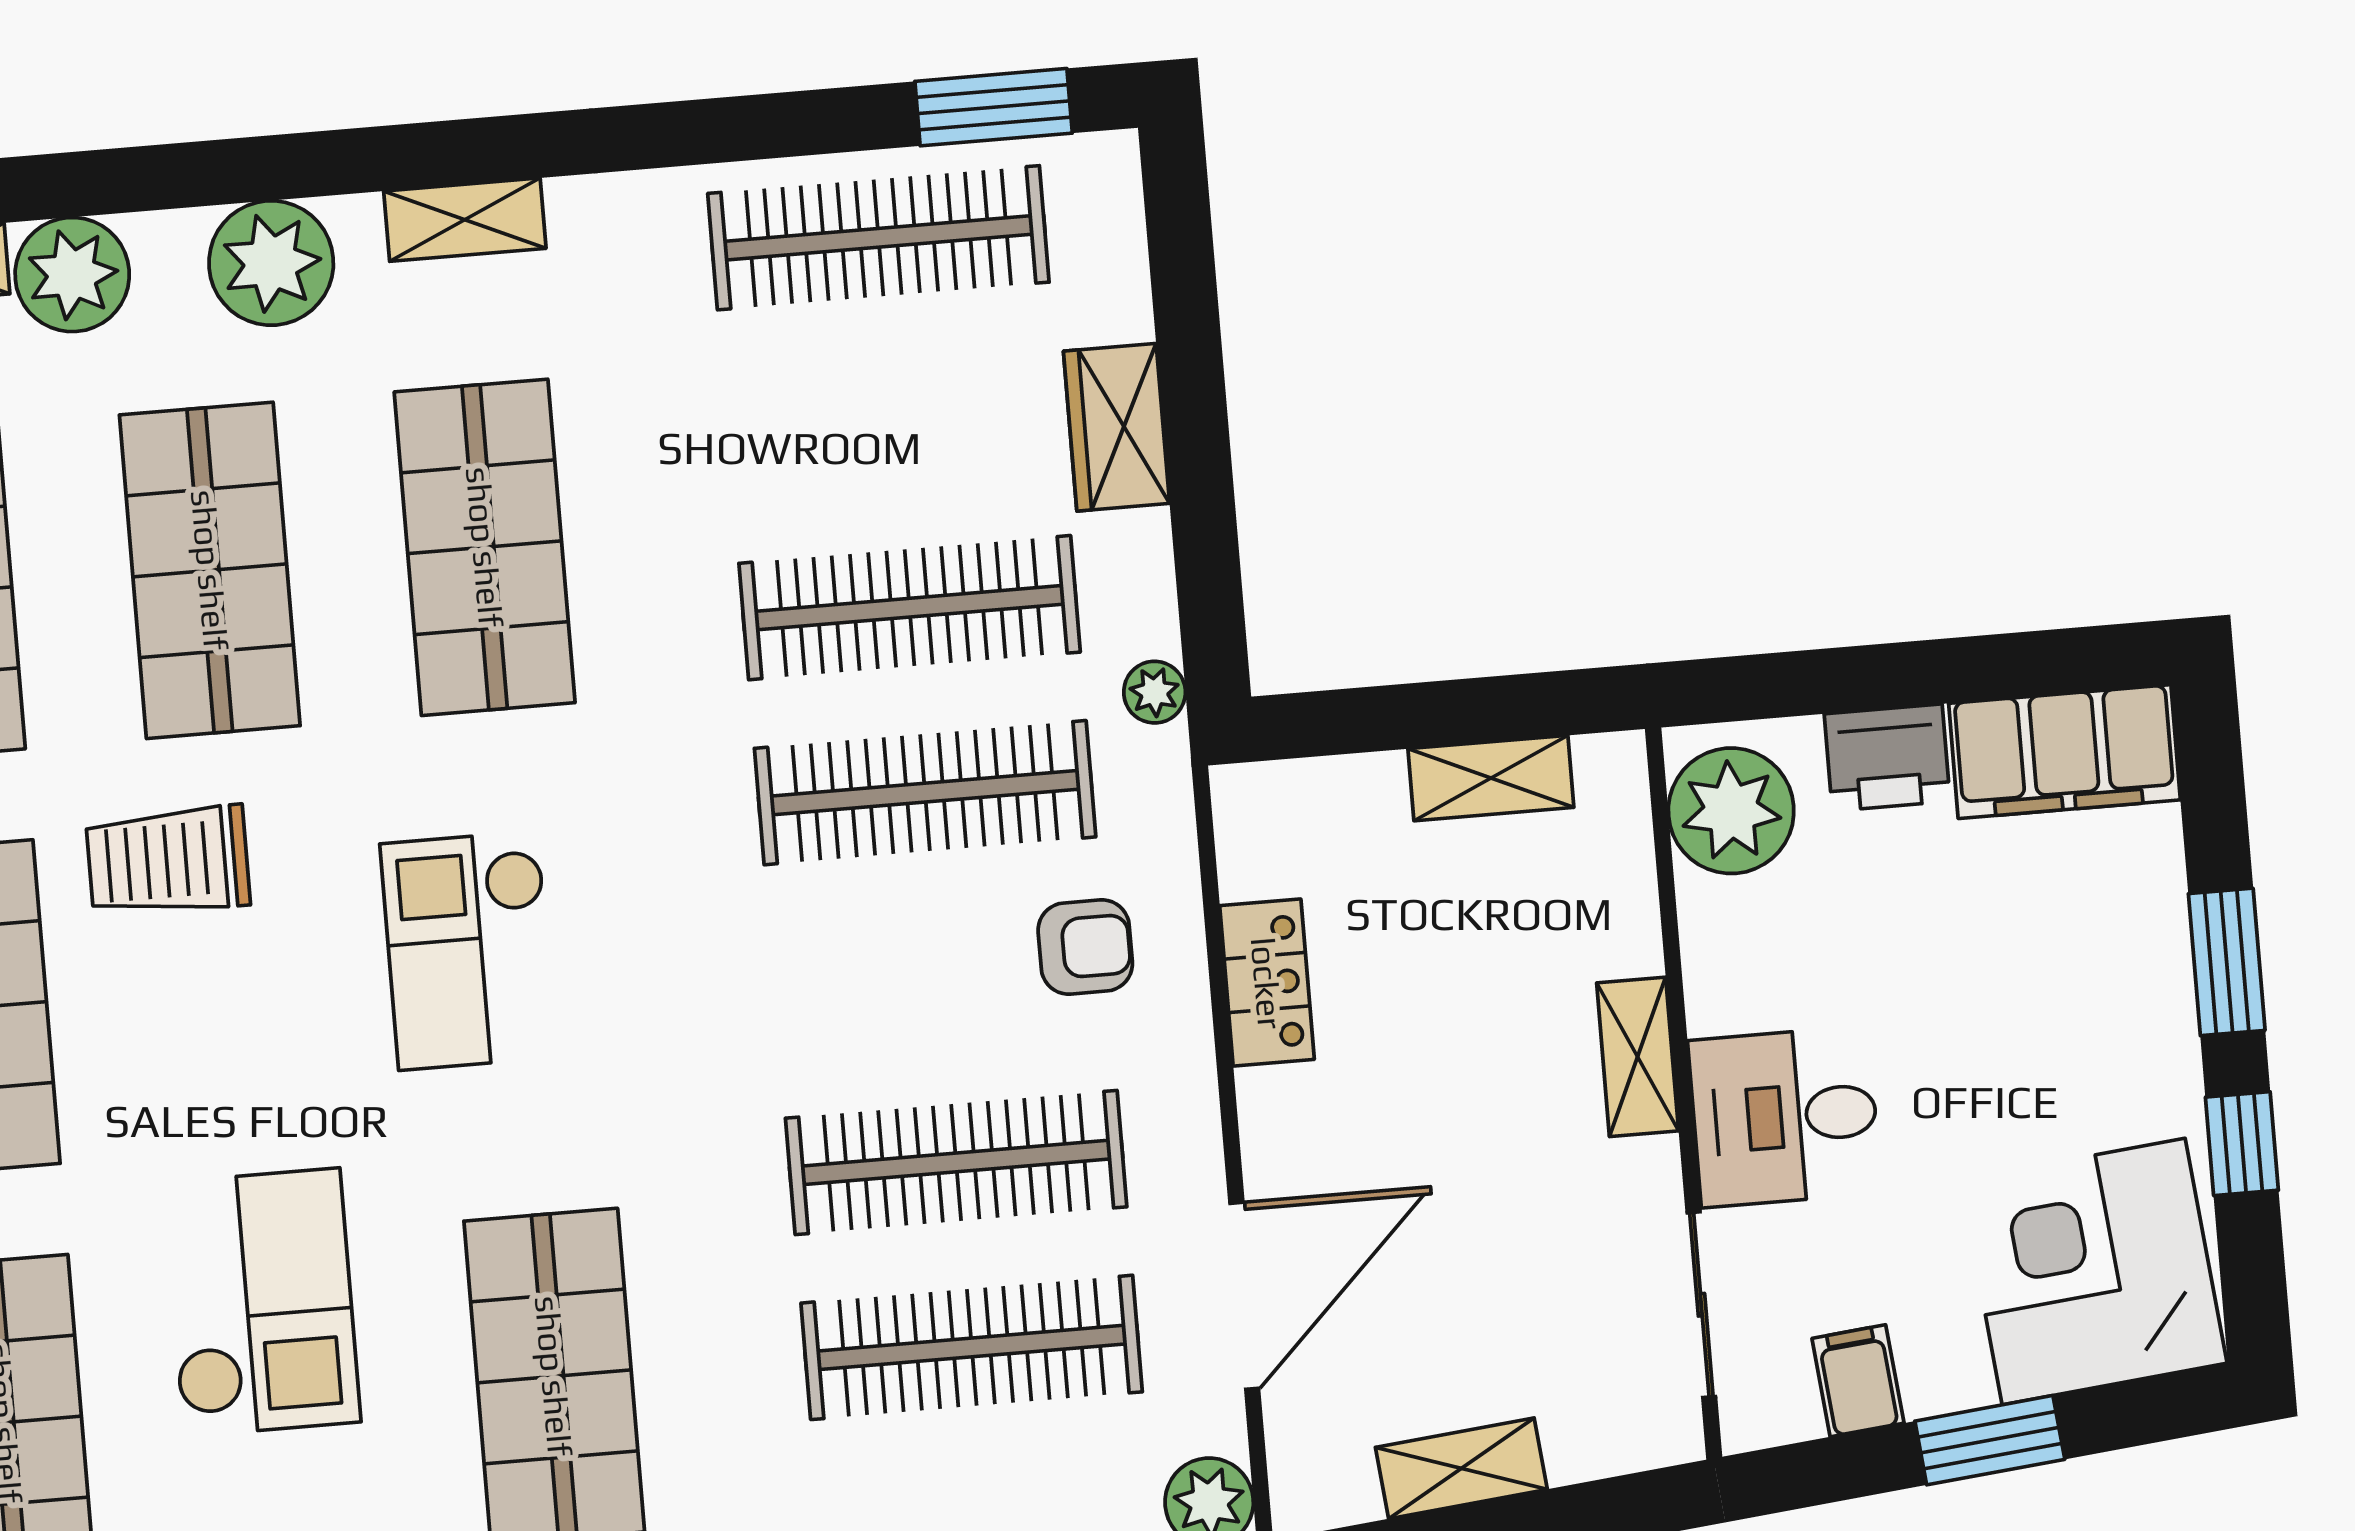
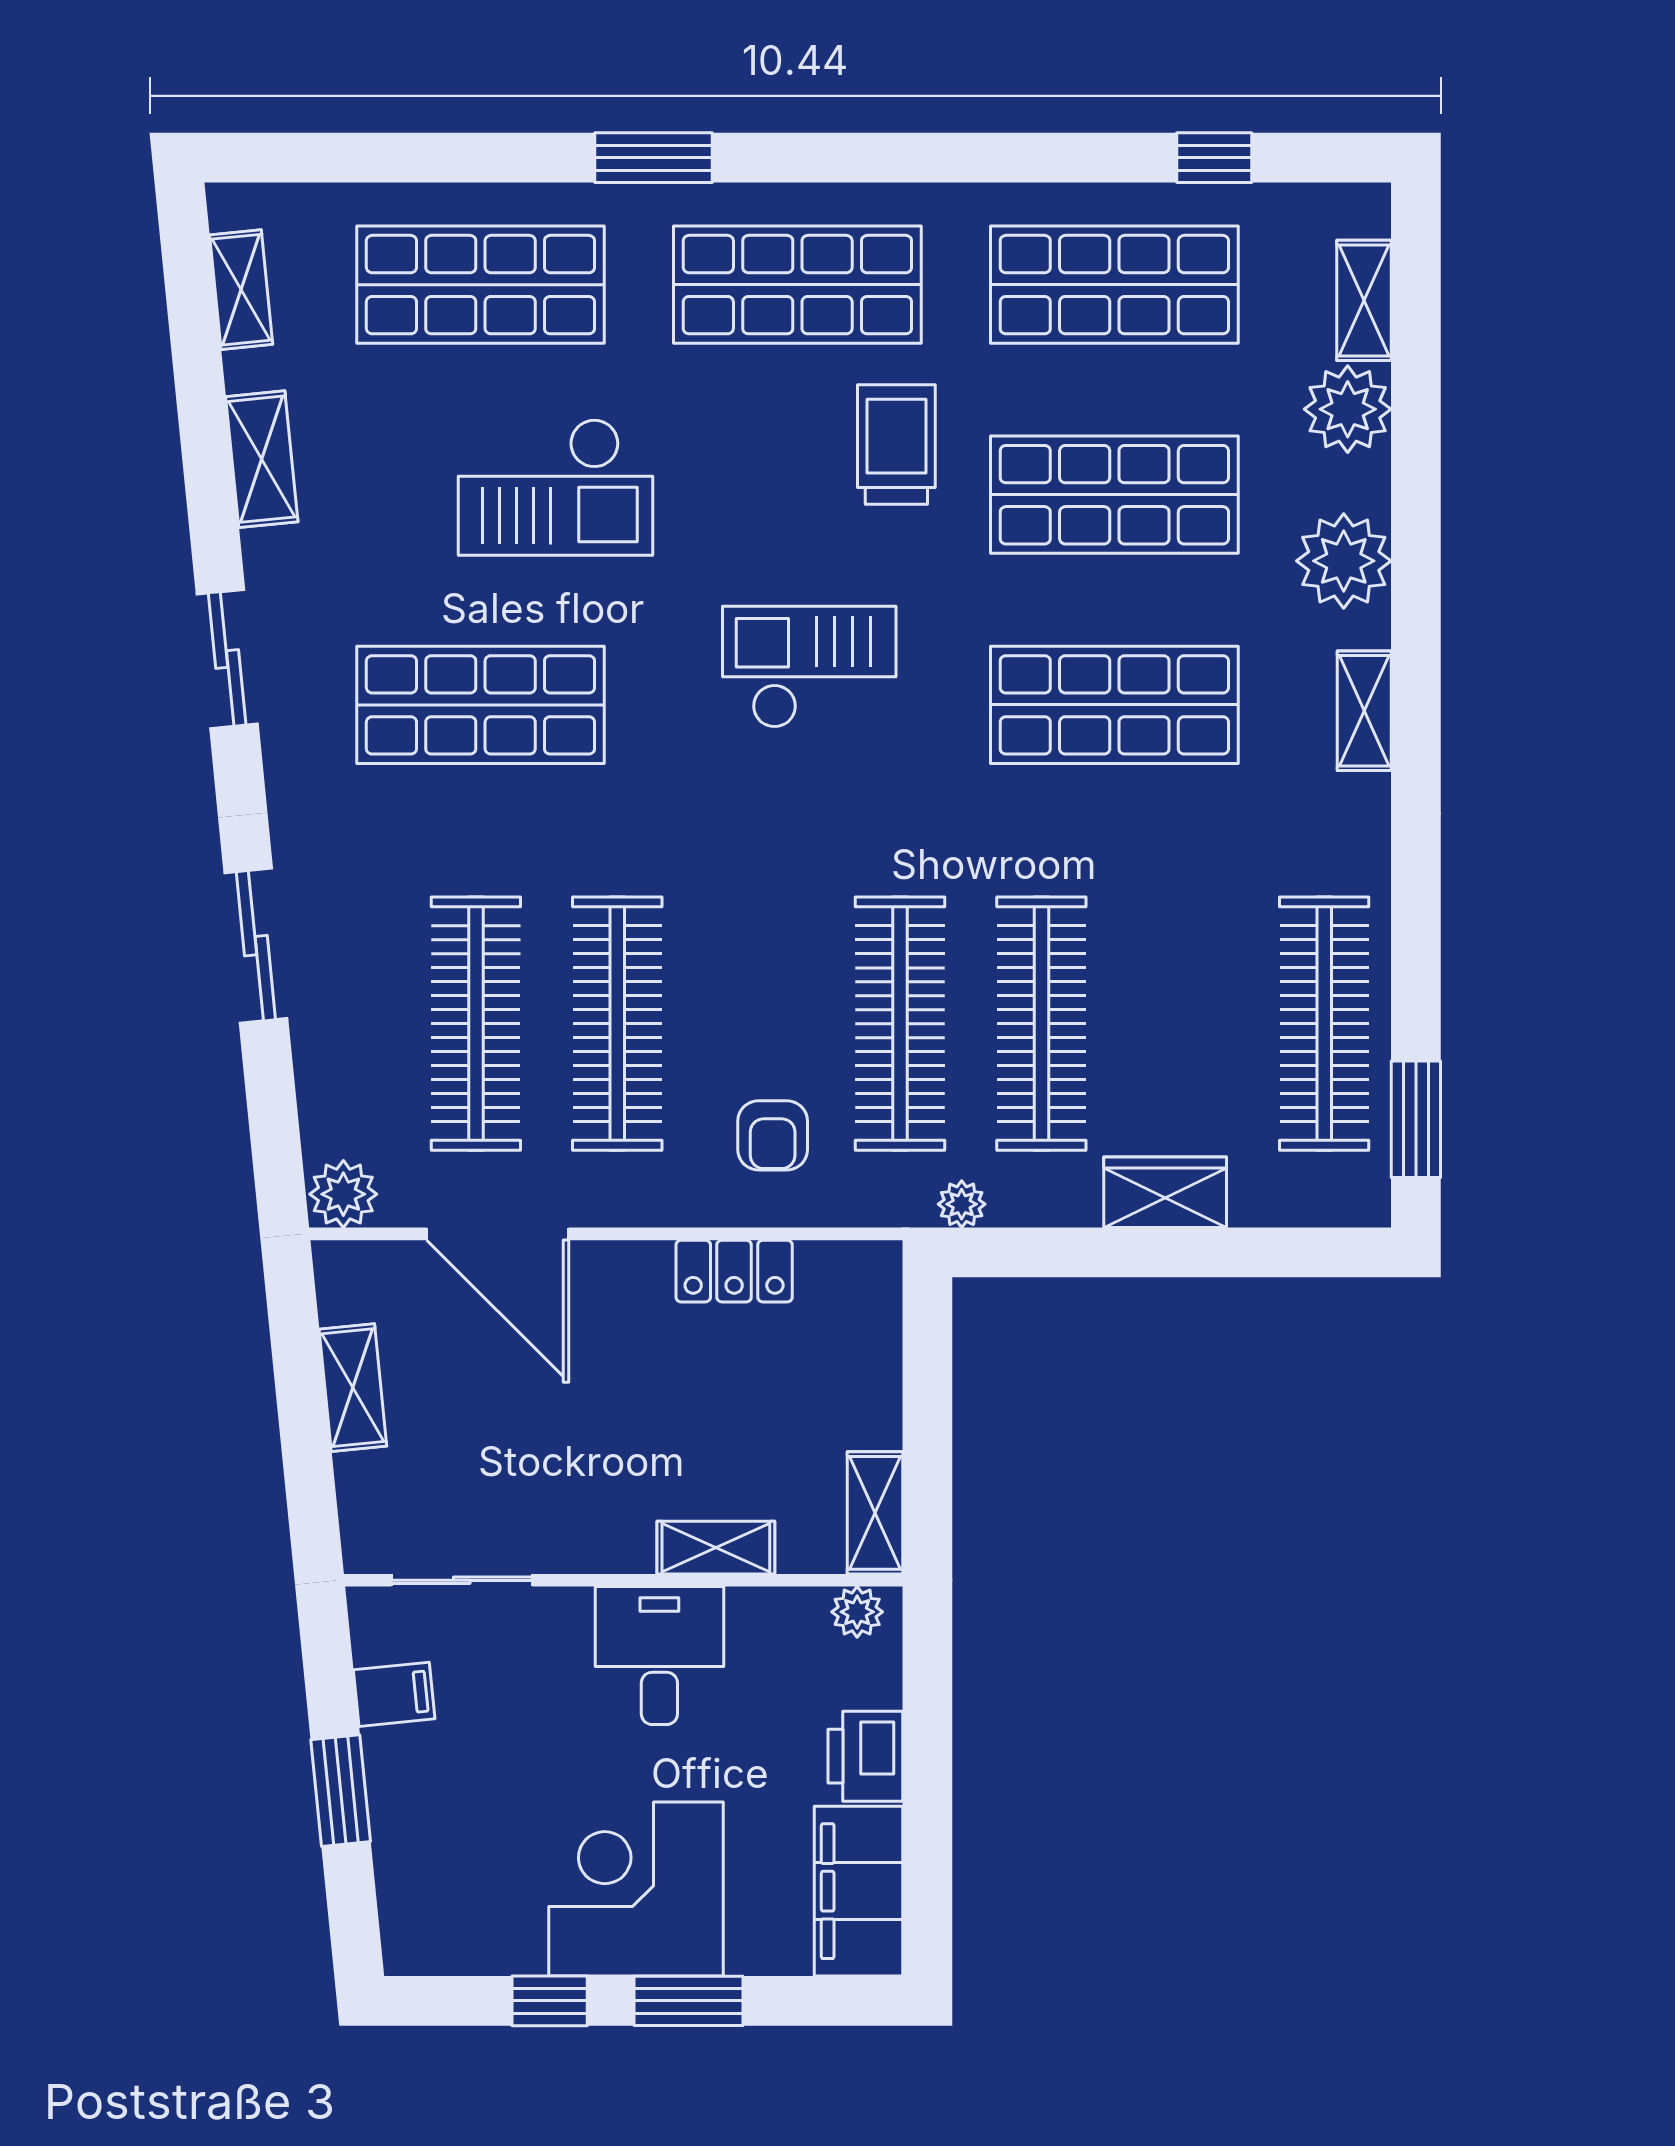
shelving: (1491, 778) -> (875, 1513), moved
plant: (1731, 811) -> (857, 1612), width x0.53, depth x0.53
shelving: (1638, 1057) -> (716, 1548), moved
desk: (1785, 1117) -> (659, 1656), moved
corner desk: (2094, 1271) -> (636, 1889), moved, turned -84

